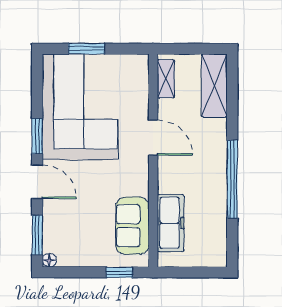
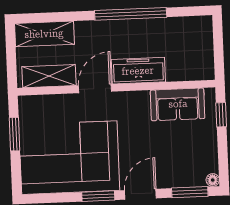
window: (86, 49) -> (14, 134), moved
shelving: (166, 79) -> (49, 76), width x1.50, depth x1.33
freezer: (171, 223) -> (138, 71), moved

